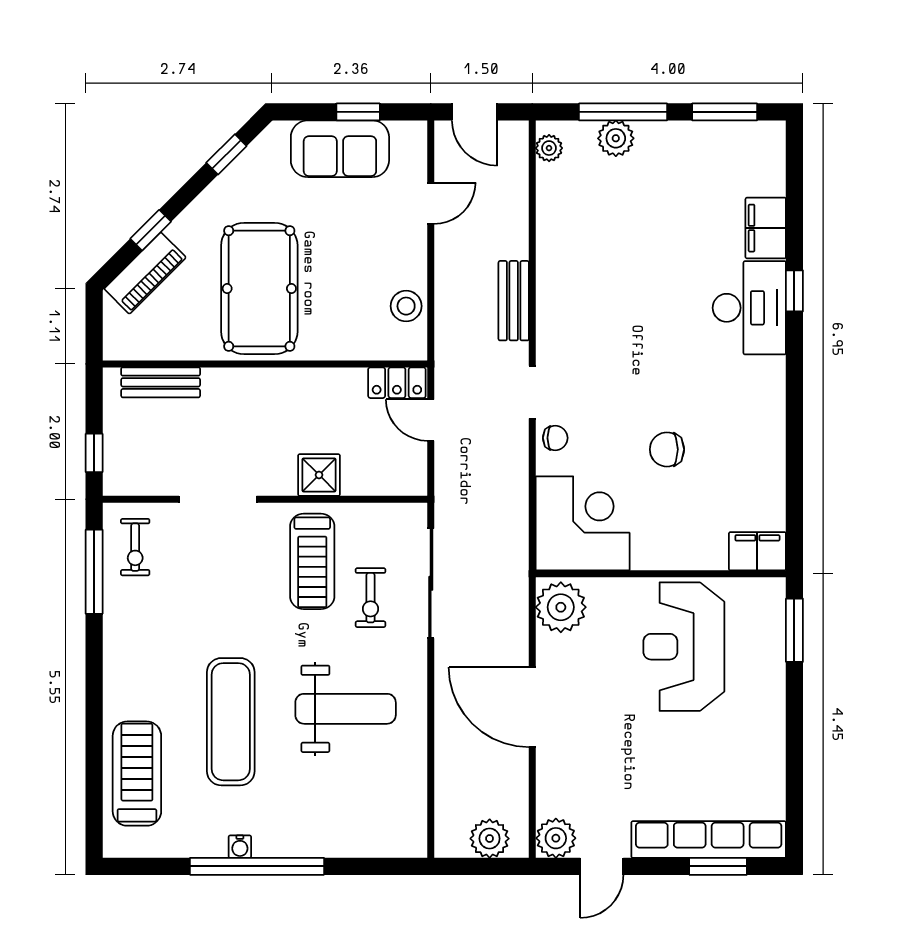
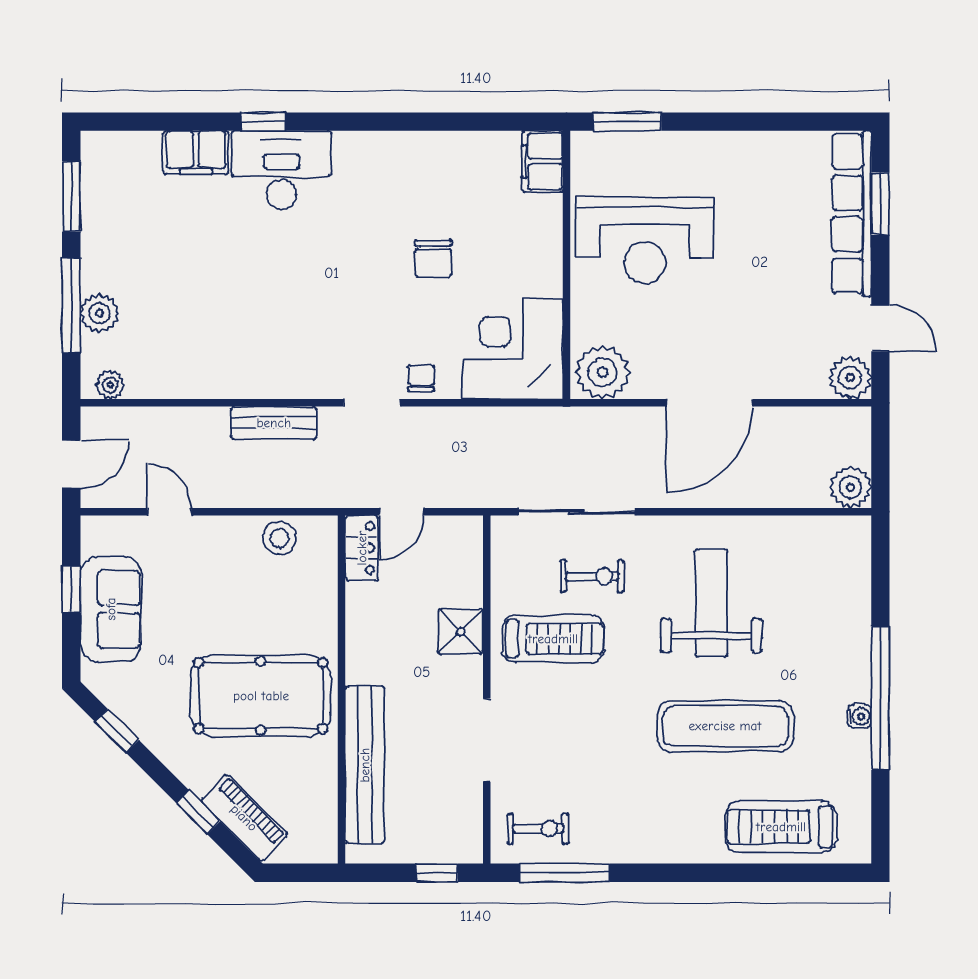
bench: (161, 382) -> (365, 765), width x1.86, depth x1.21
plant: (490, 839) -> (851, 487), moved

